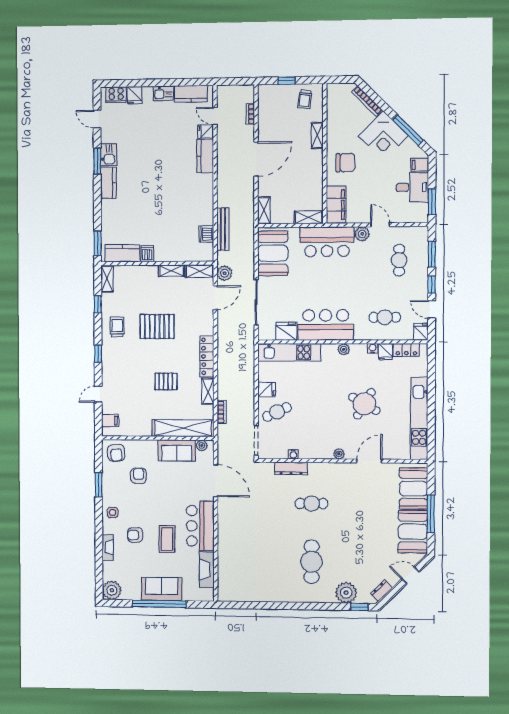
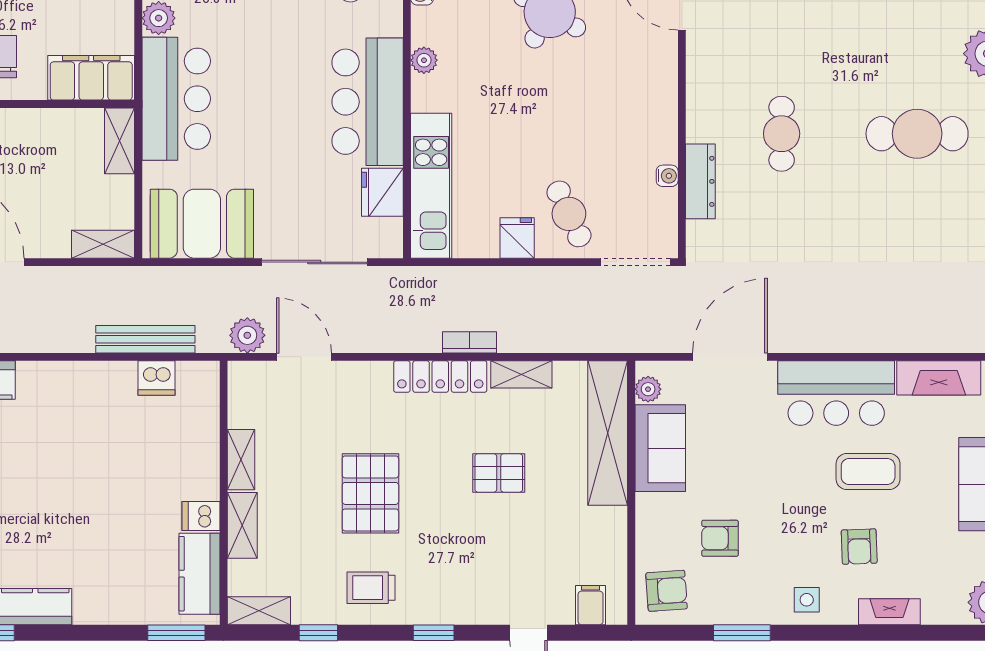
shelving: (199, 271) -> (242, 525), moved
pallet: (166, 381) -> (499, 473), turned 90
bookcase: (222, 412) -> (470, 342), moved
plant: (339, 454) -> (666, 71), removed

